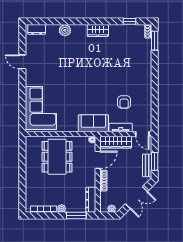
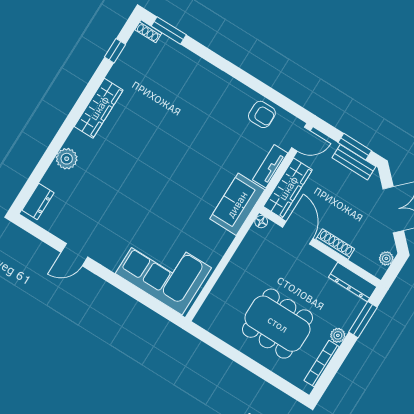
wardrobe: (98, 31) -> (99, 108), width x1.50
armchair: (124, 102) -> (262, 114), moved
dining table: (57, 157) -> (278, 324), moved

